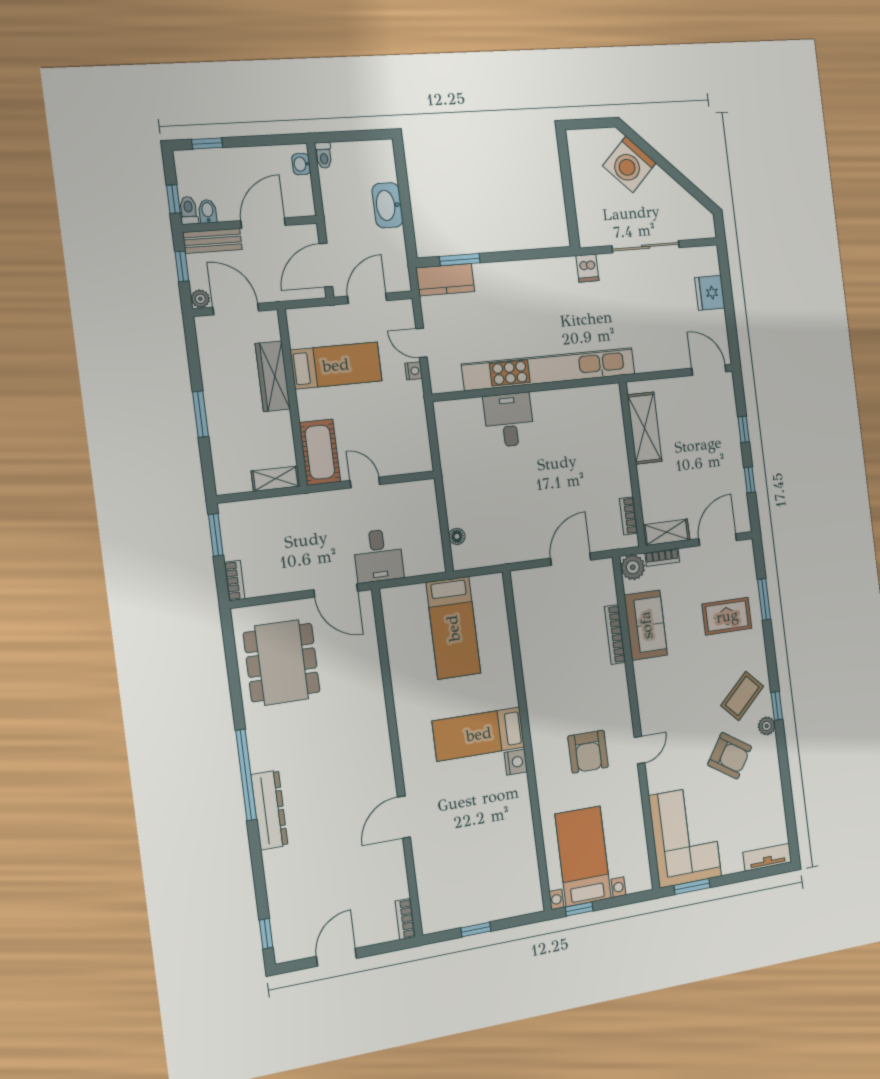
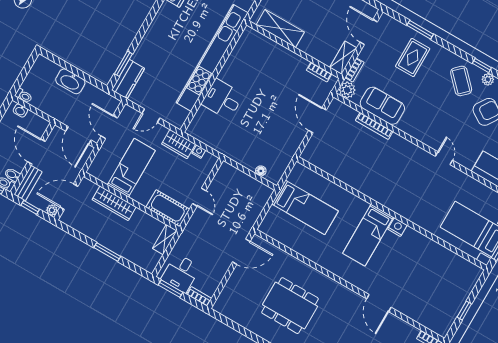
nightstand: (414, 371) -> (199, 152), moved
wardrobe: (412, 405) -> (179, 144), added
door: (365, 483) -> (199, 197), swing flipped
desk: (378, 556) -> (181, 273), moved, turned 90
dining table: (282, 662) -> (290, 306), moved
armchair: (588, 752) -> (423, 186), removed

